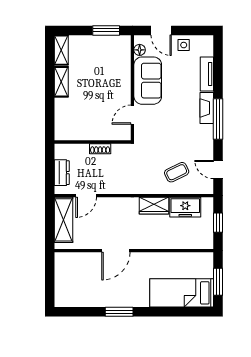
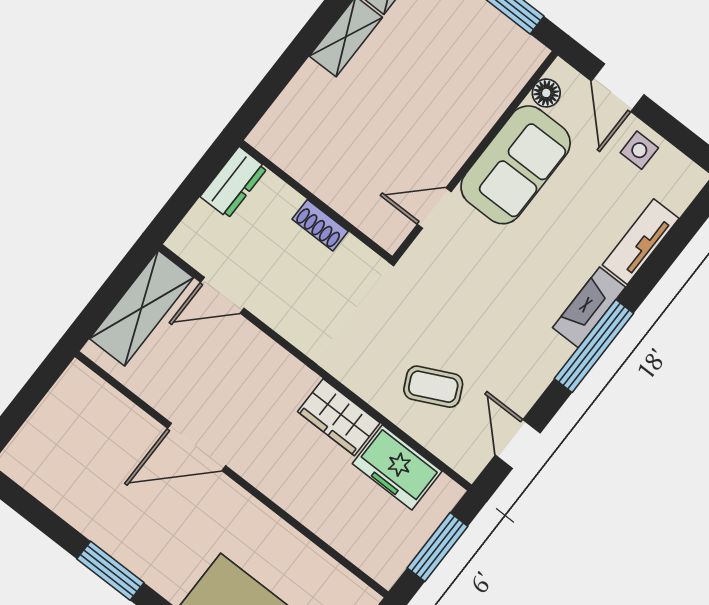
dresser: (62, 173) -> (234, 182), moved
window: (218, 223) -> (437, 547), width x1.50

